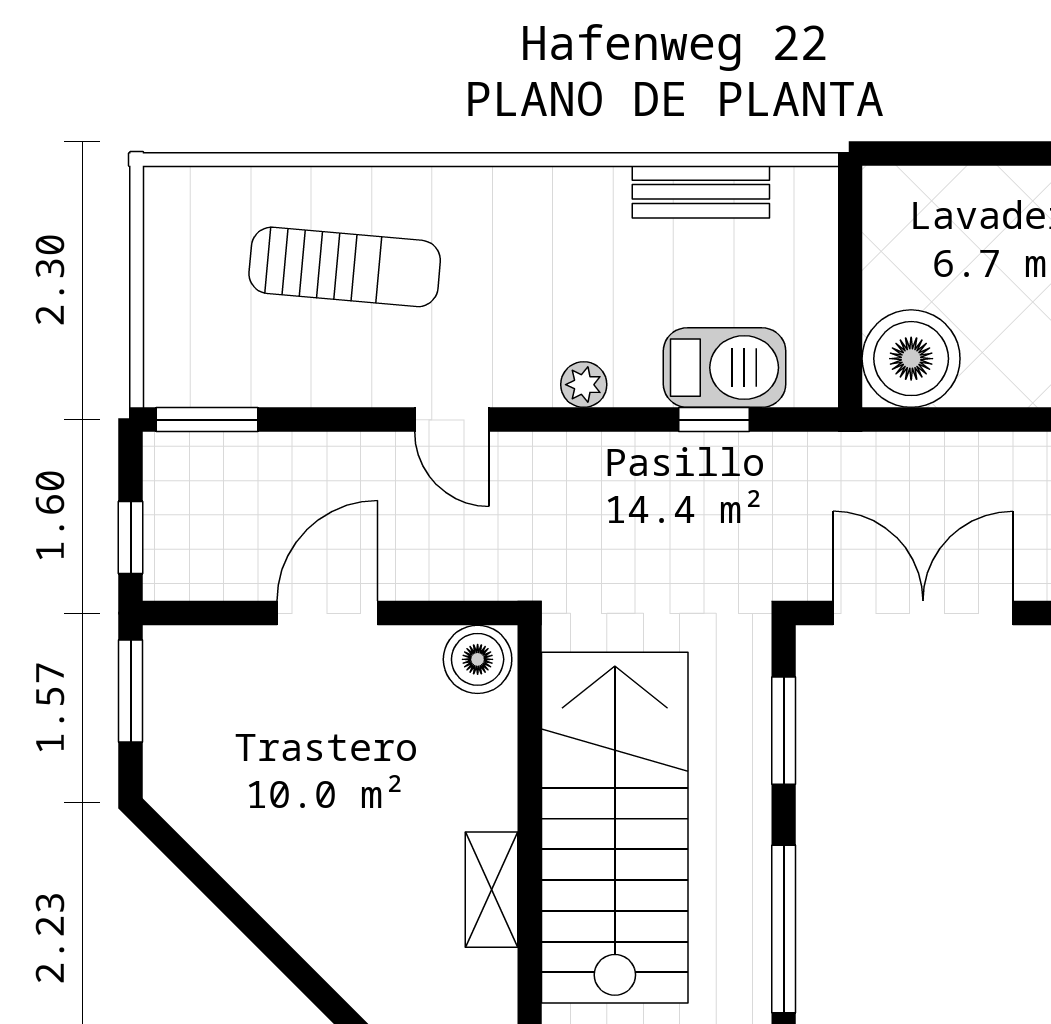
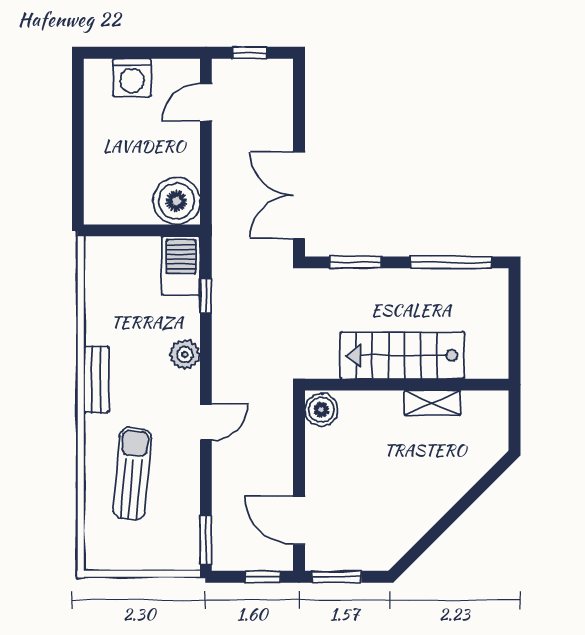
bench: (701, 192) -> (96, 379), moved
barbecue: (725, 368) -> (181, 266), moved
plant: (584, 385) -> (185, 354), width x1.38, depth x1.38
door: (327, 613) -> (299, 520), moved
stairs: (615, 828) -> (402, 355), width x0.73, depth x0.66

